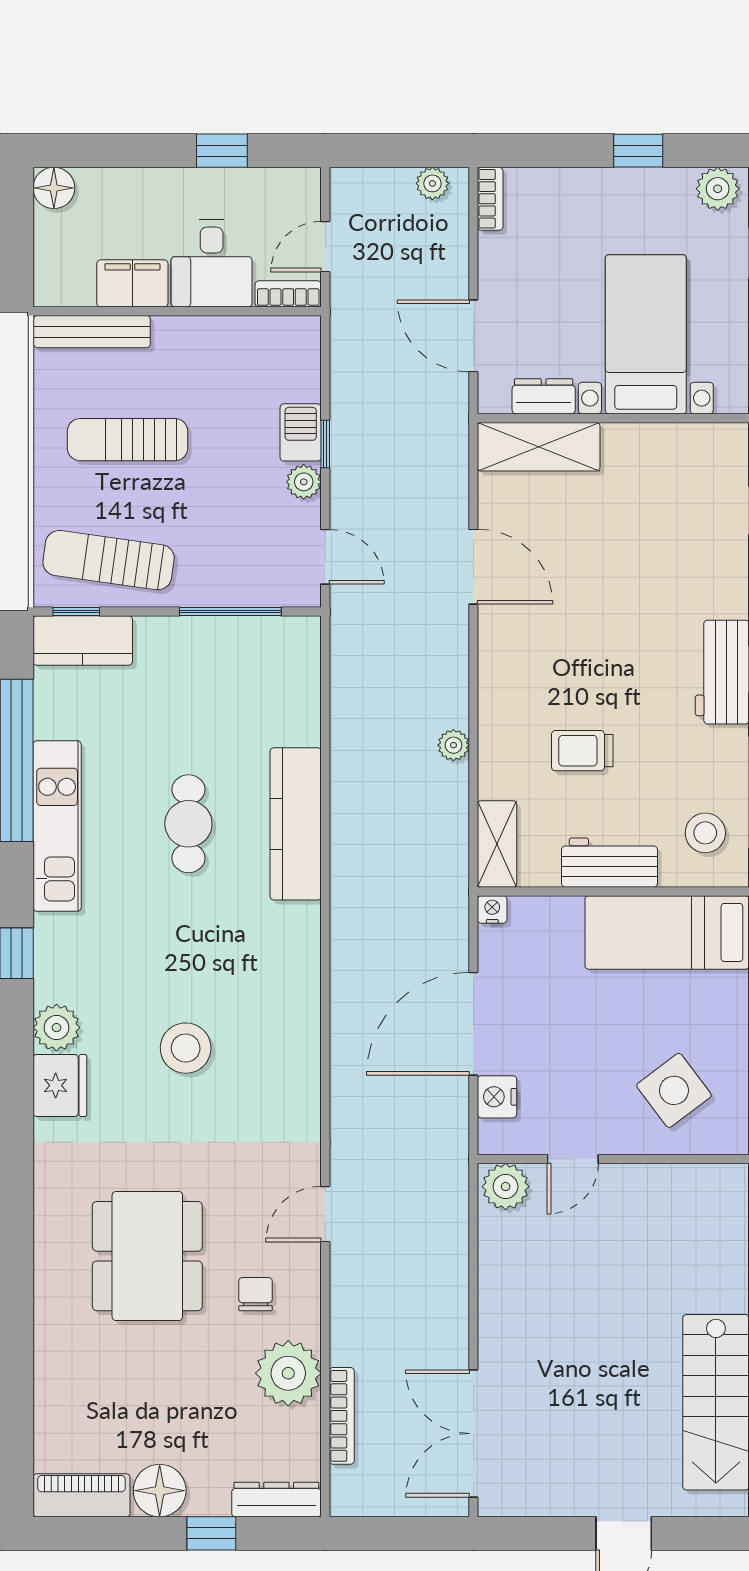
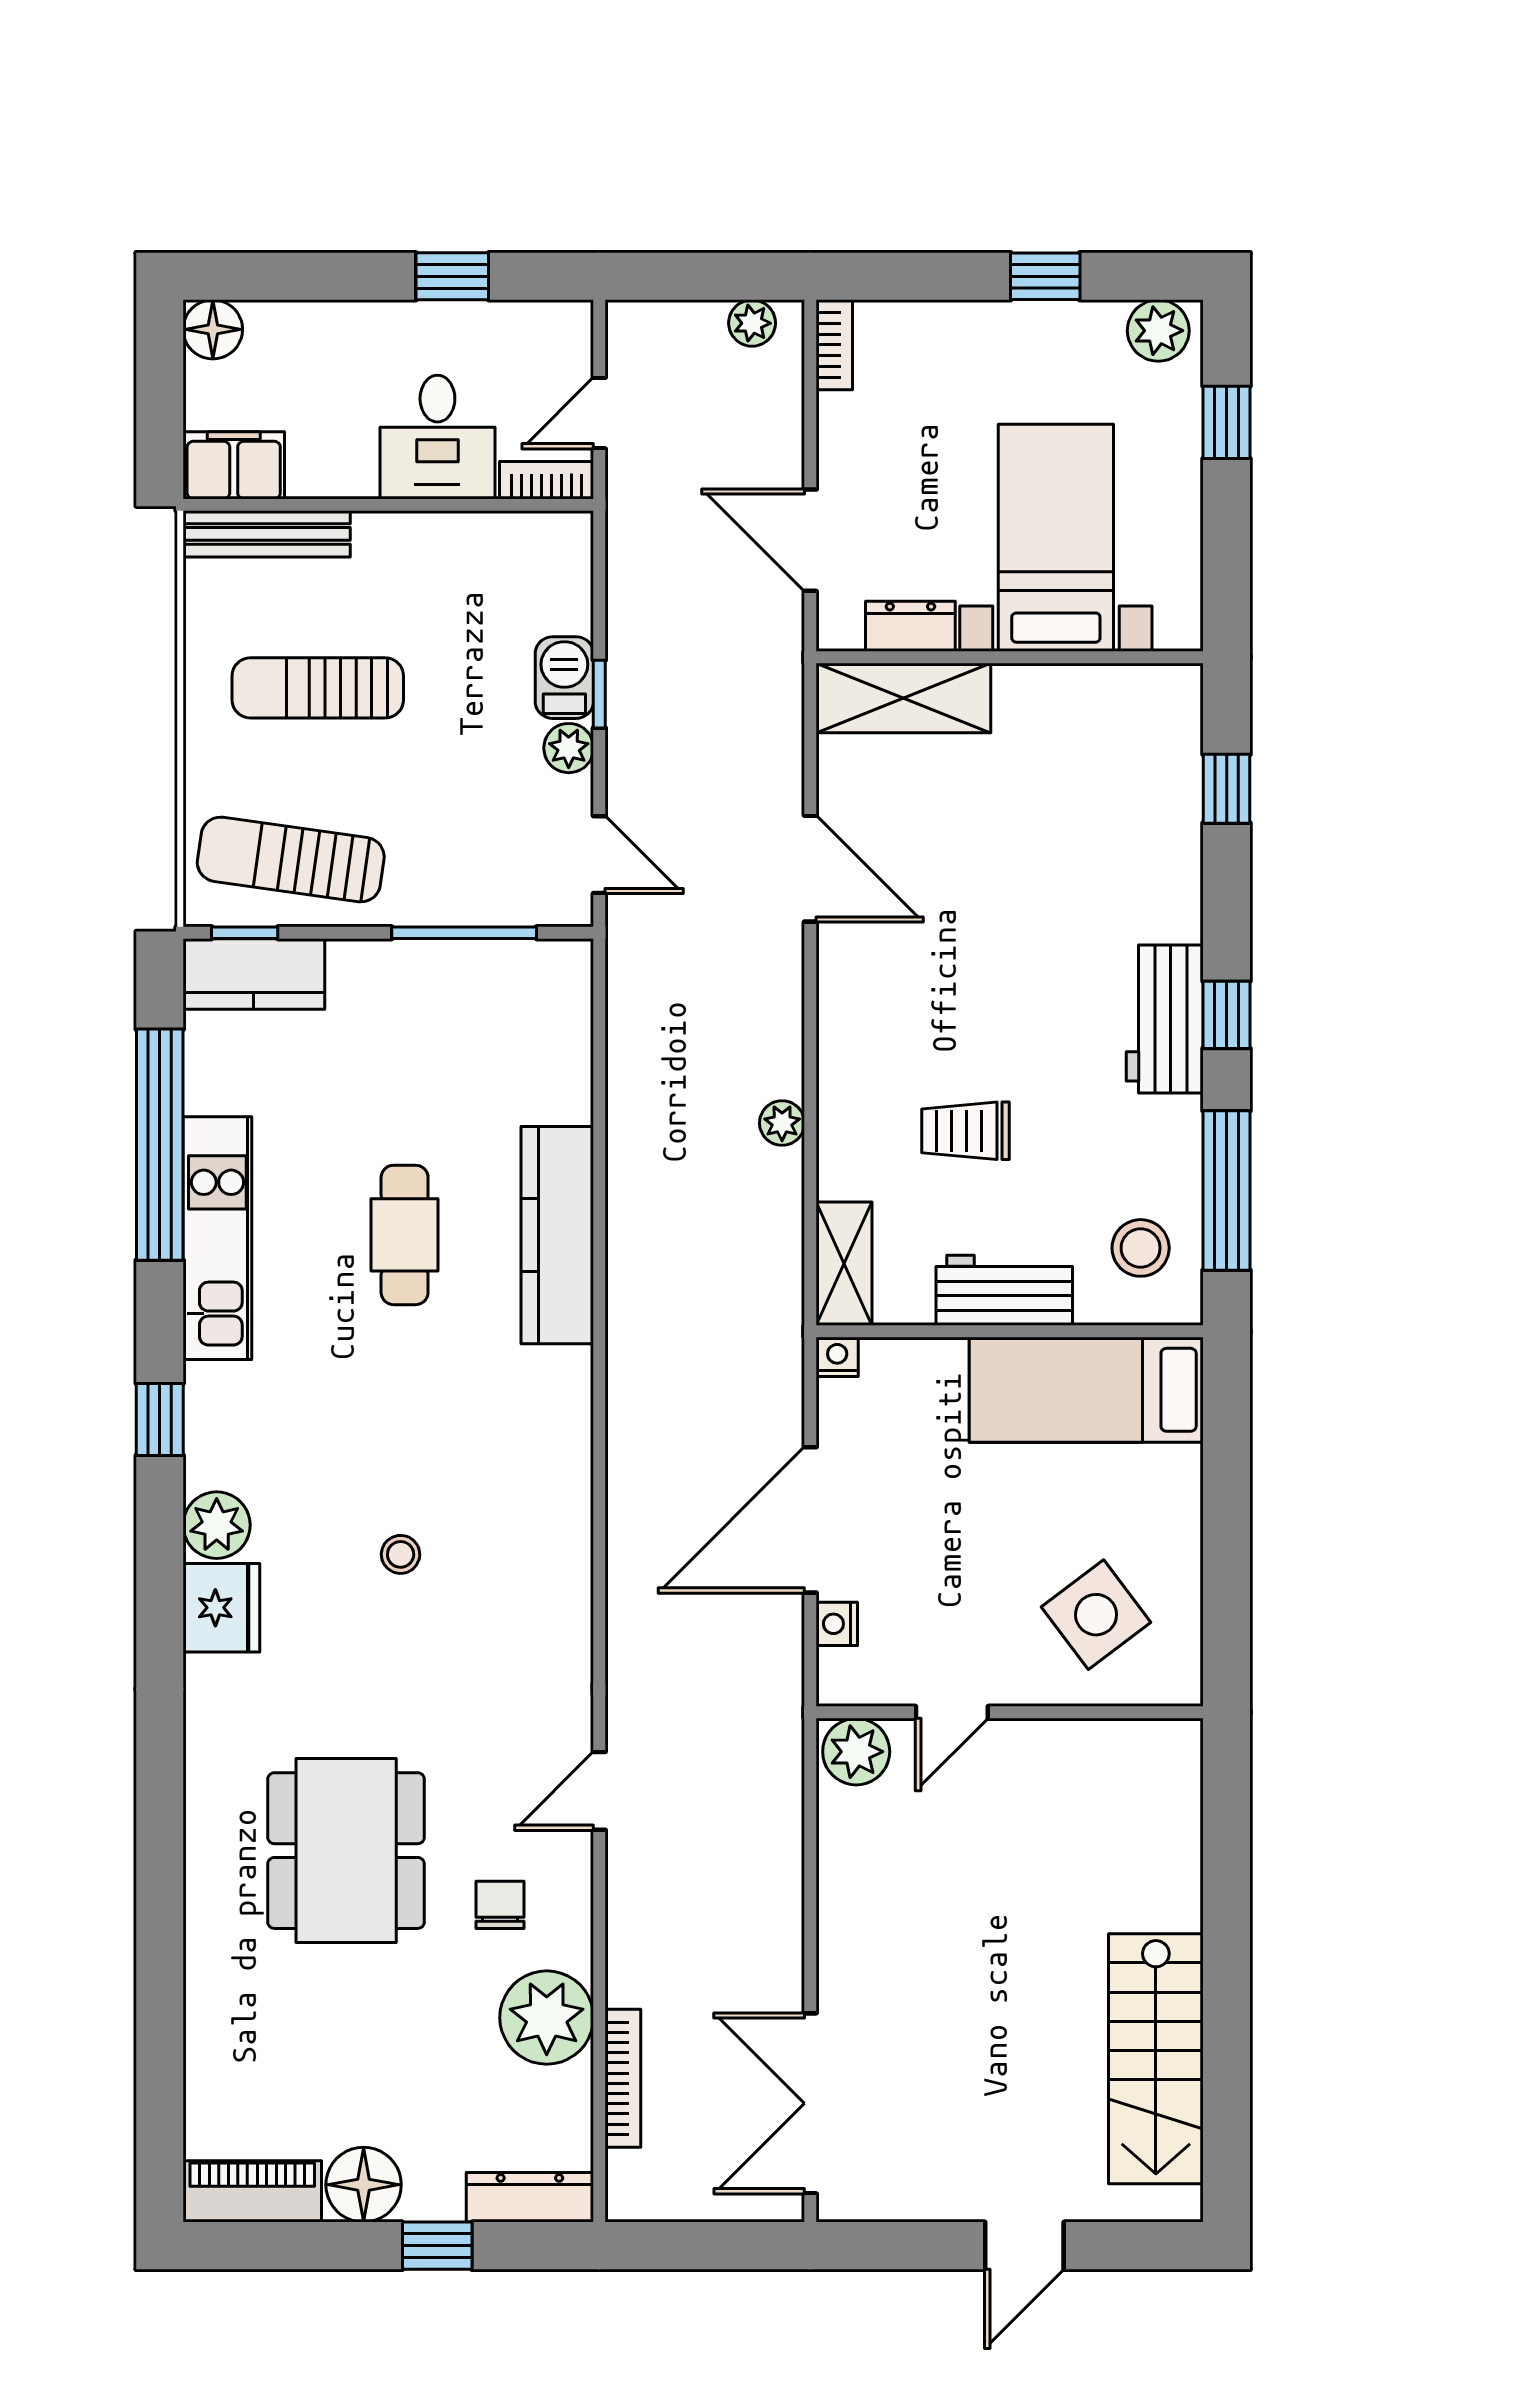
filing cabinet: (132, 283) -> (234, 465), moved
stool: (186, 1048) -> (401, 1554), width x0.53, depth x0.53
nightstand: (497, 1097) -> (837, 1624), width x0.72, depth x0.74

